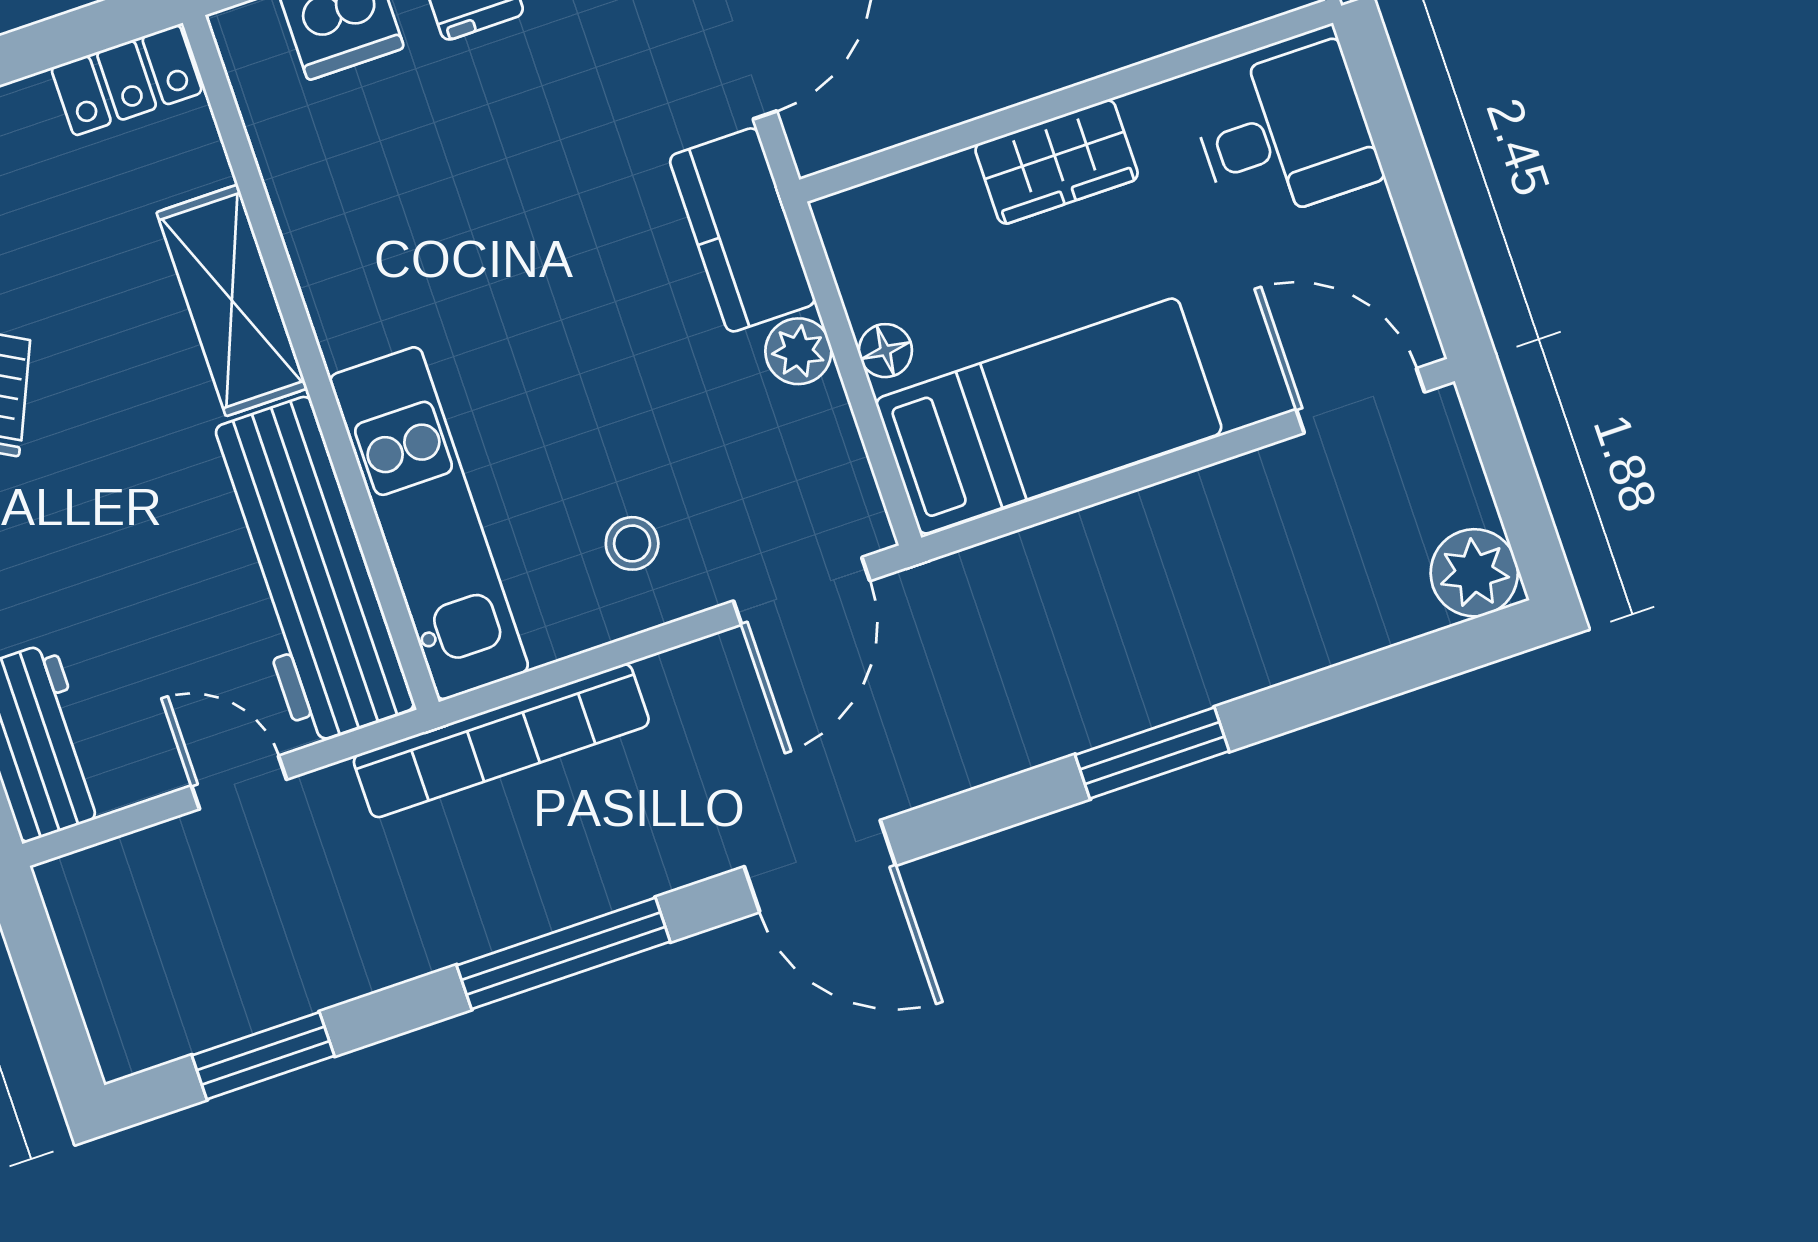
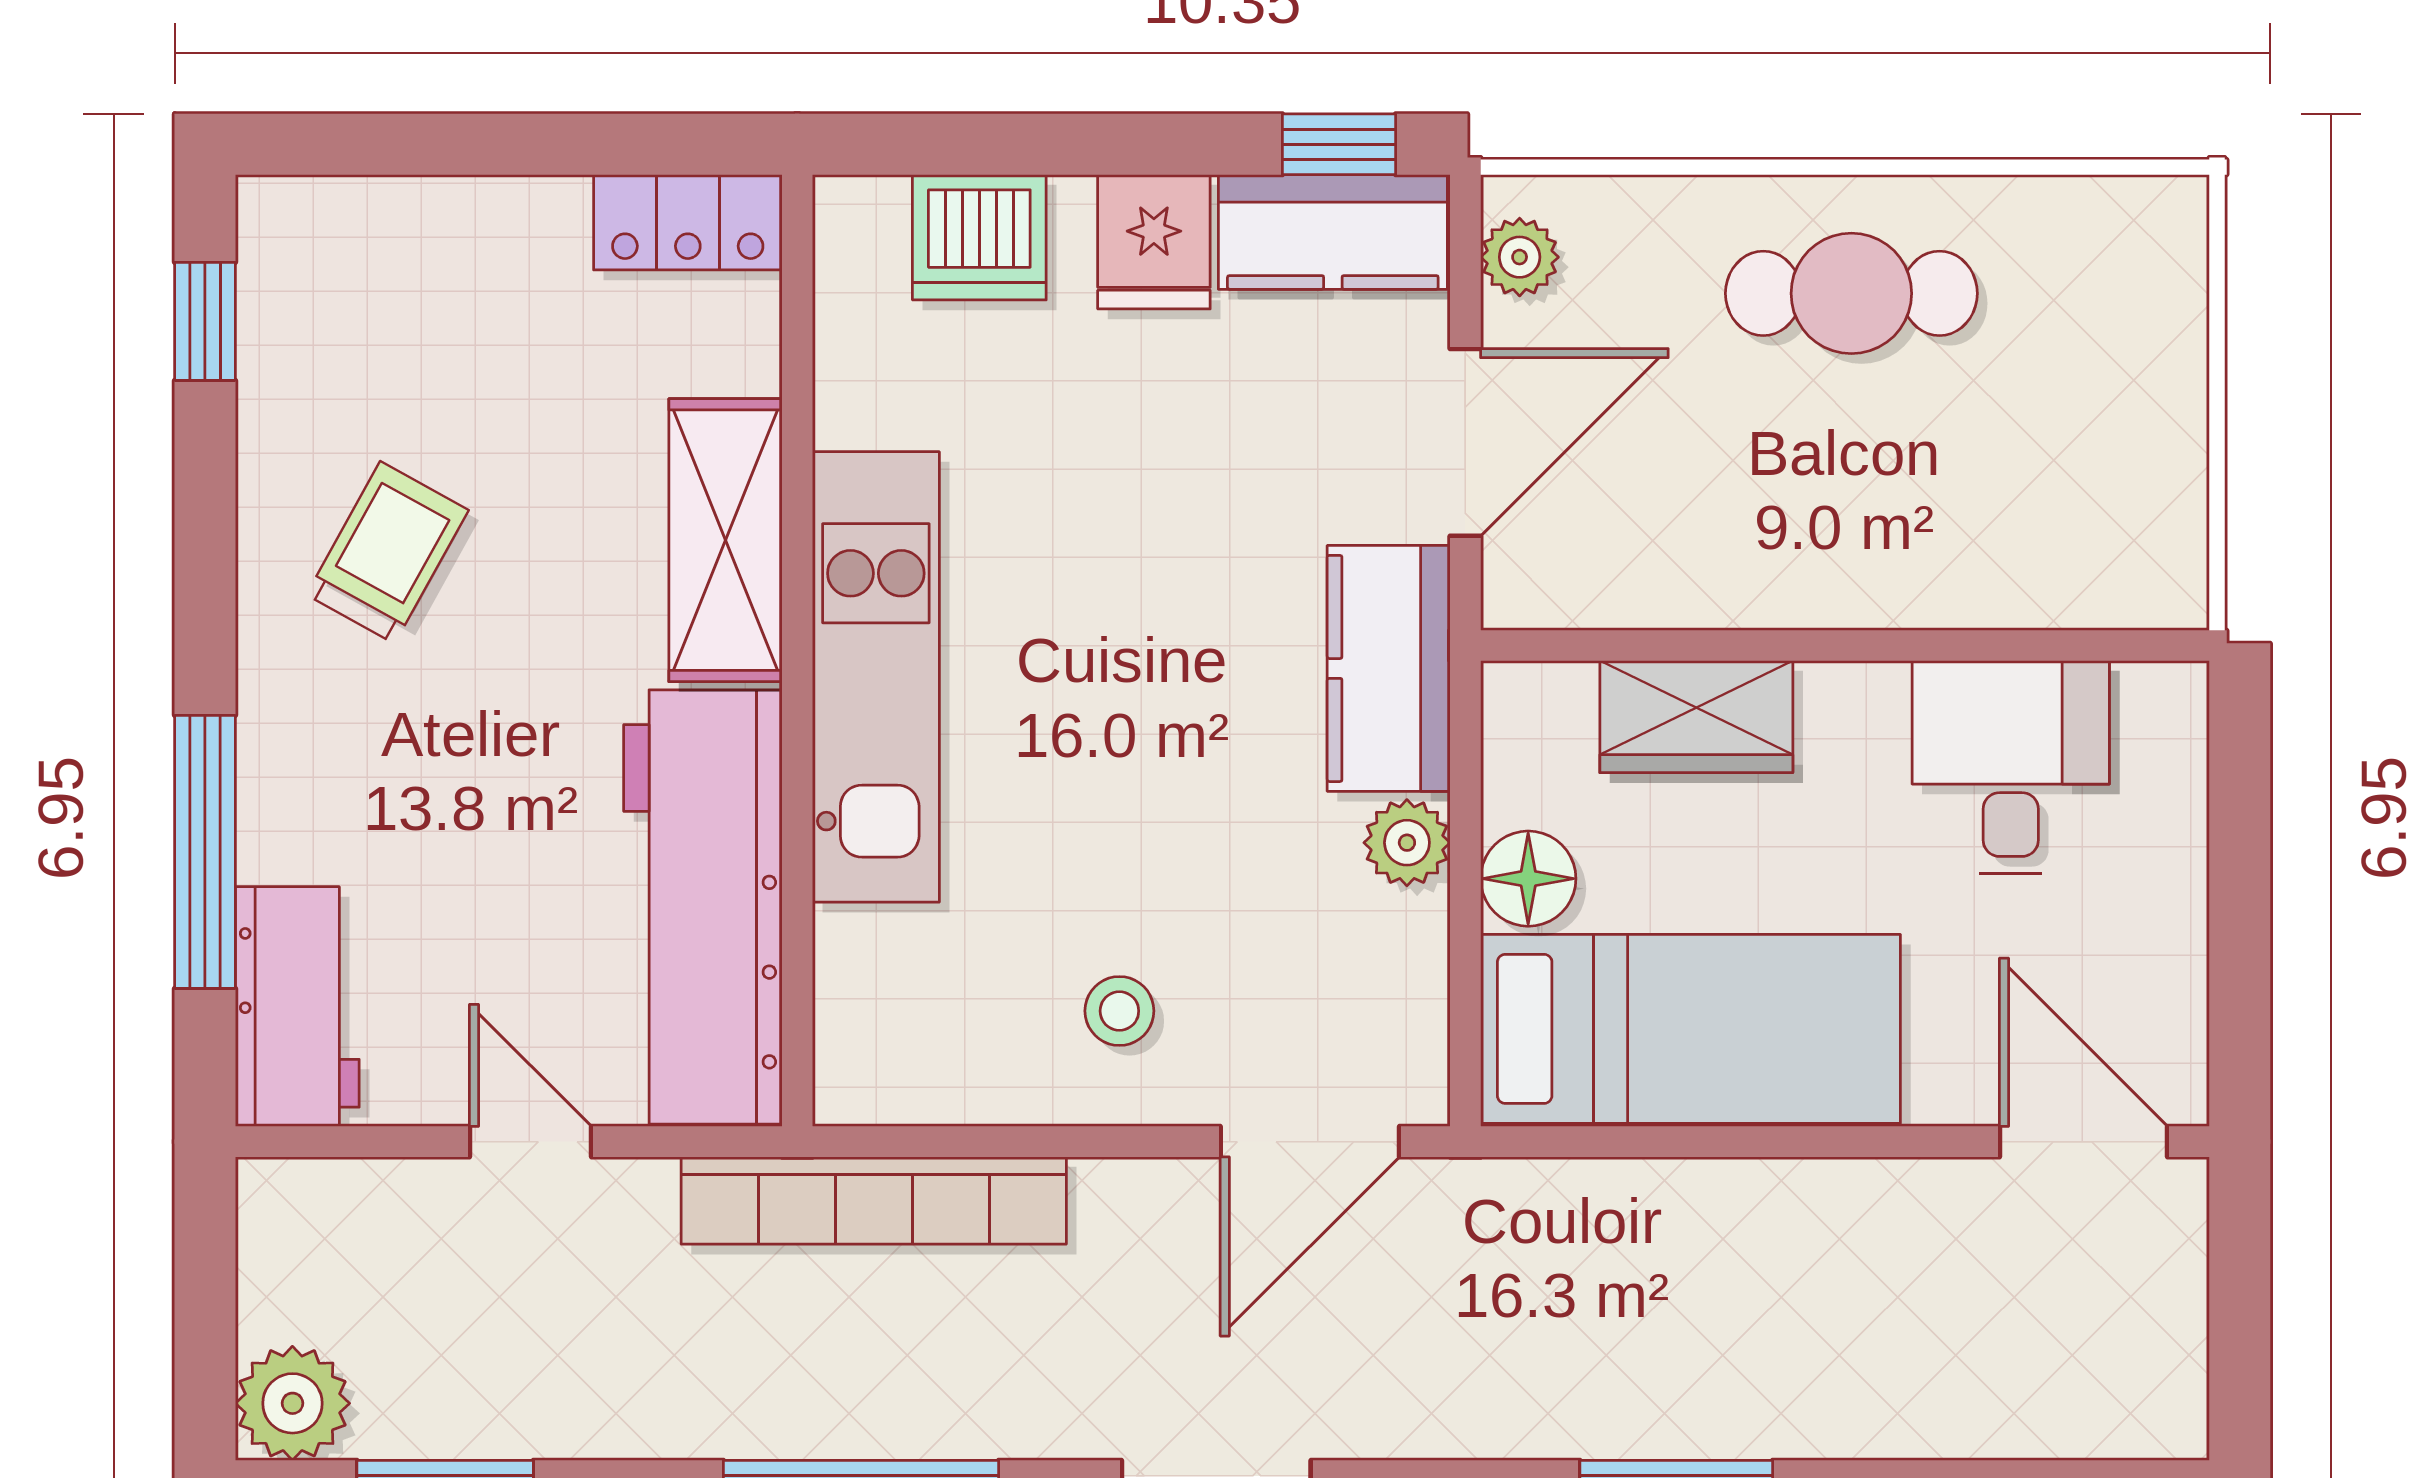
desk: (1285, 134) -> (2011, 767), moved, turned -90
wardrobe: (1057, 162) -> (1696, 717), moved
floor lamp: (885, 351) -> (1528, 879), width x1.37, depth x1.37
kitchen unit: (429, 523) -> (876, 677), moved
plant: (1474, 573) -> (292, 1403), moved

